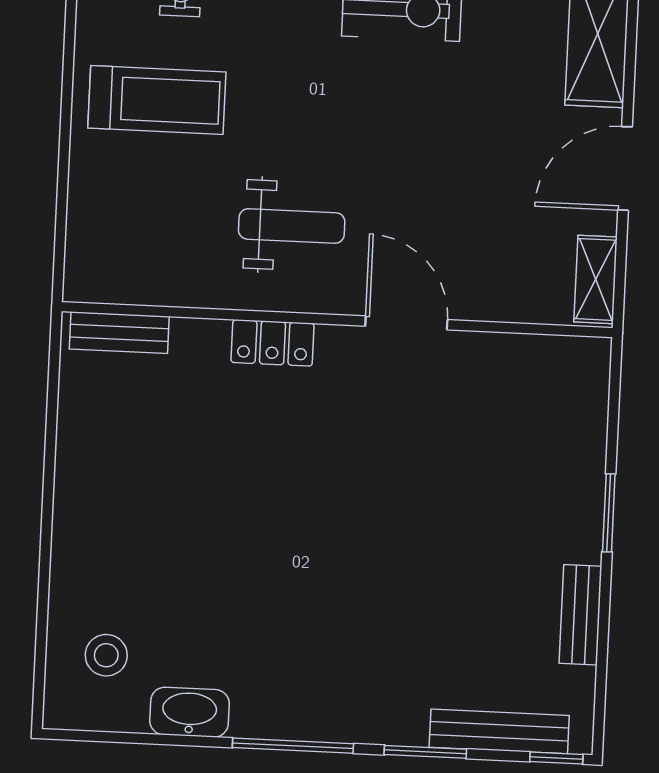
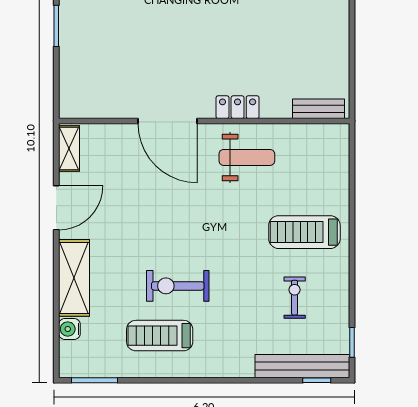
weight bench: (292, 226) -> (247, 157), moved, turned 180
door: (406, 323) -> (168, 121), width x1.36

